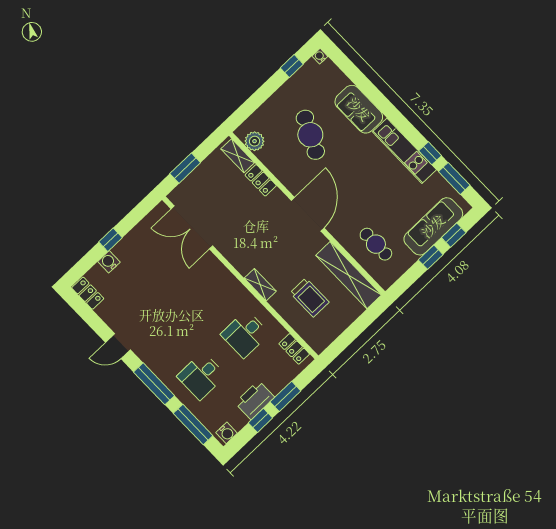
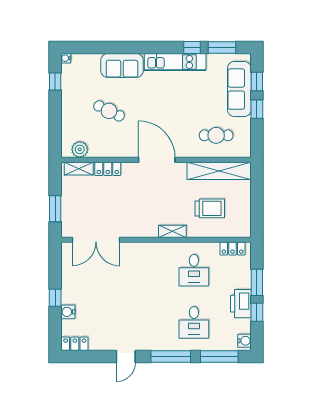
cafe table: (310, 135) -> (109, 111), width x0.73, depth x0.74

